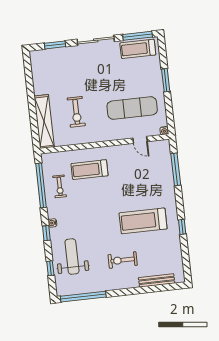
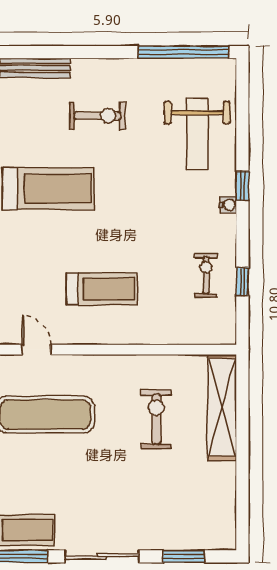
treadmill: (90, 170) -> (102, 289), moved
window: (41, 185) -> (242, 282), width x0.32
window: (50, 268) -> (242, 116), removed

